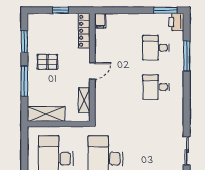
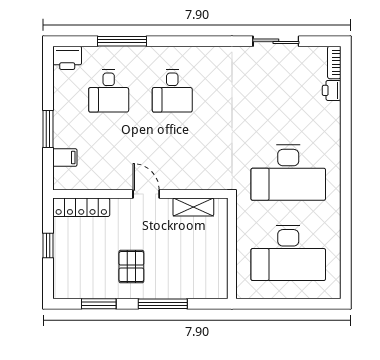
window: (166, 10) -> (48, 129), moved
filing cabinet: (100, 21) -> (65, 158), moved
shelving: (46, 114) -> (216, 269), removed

